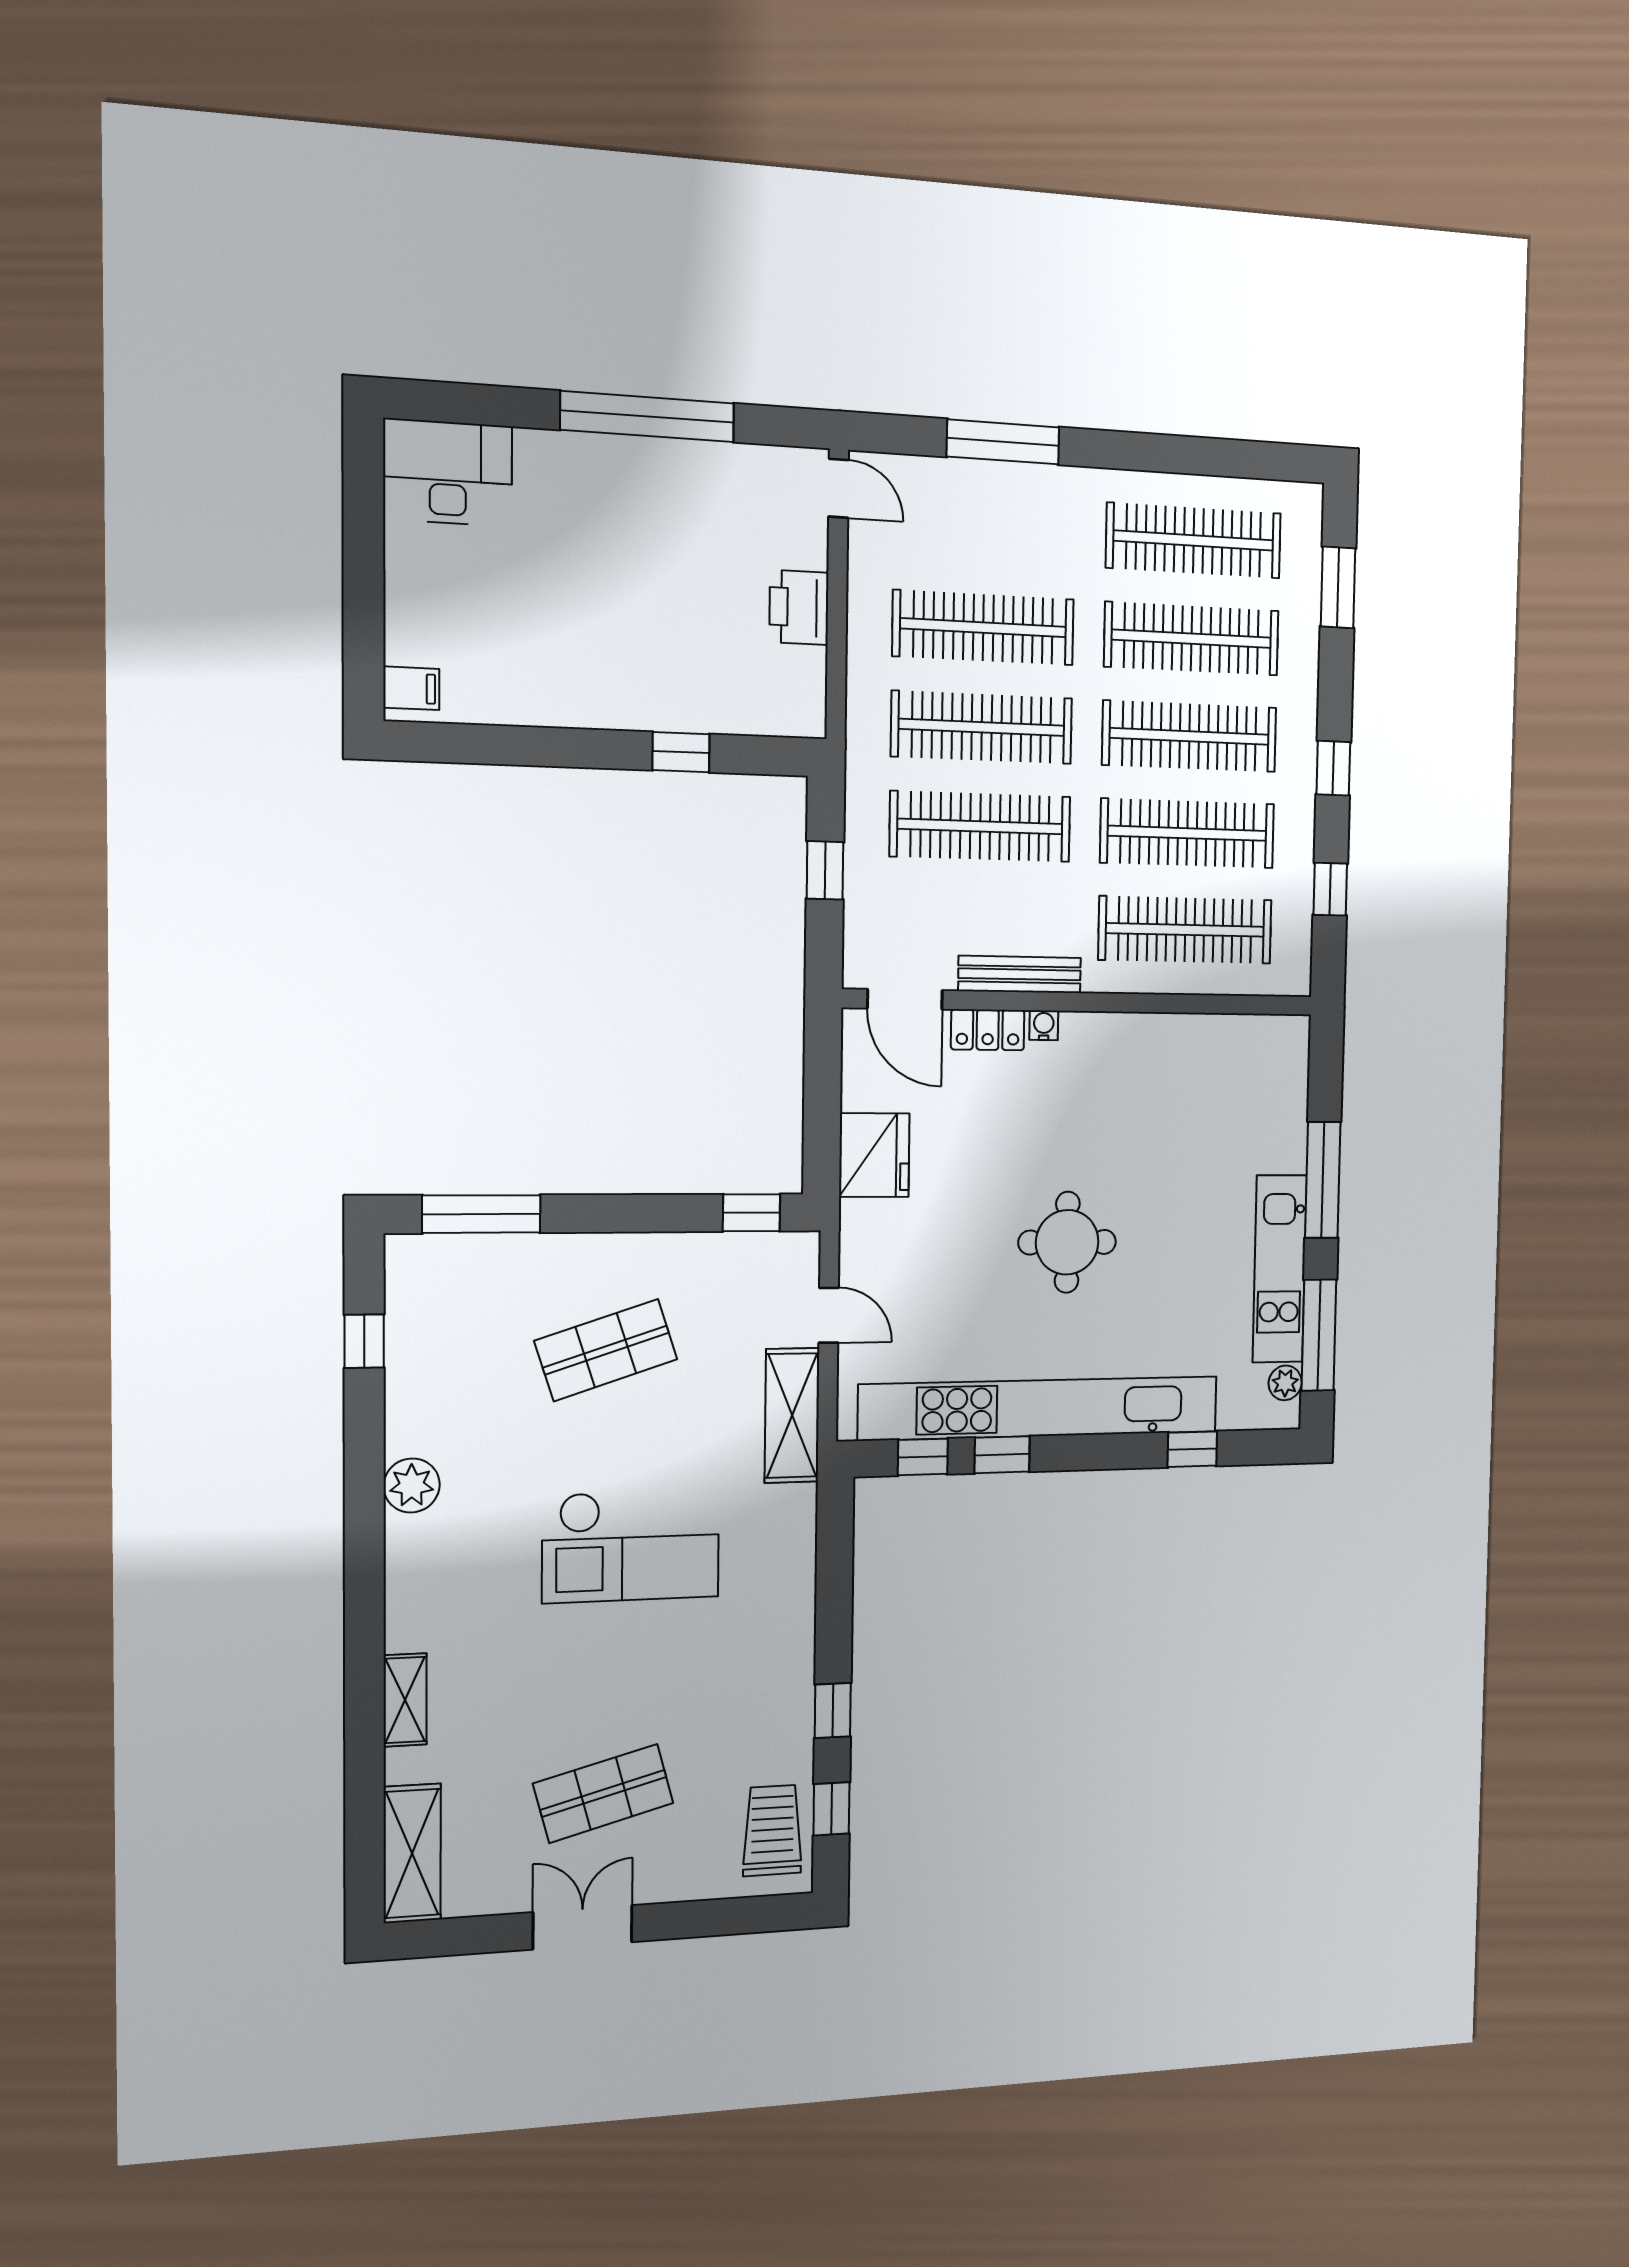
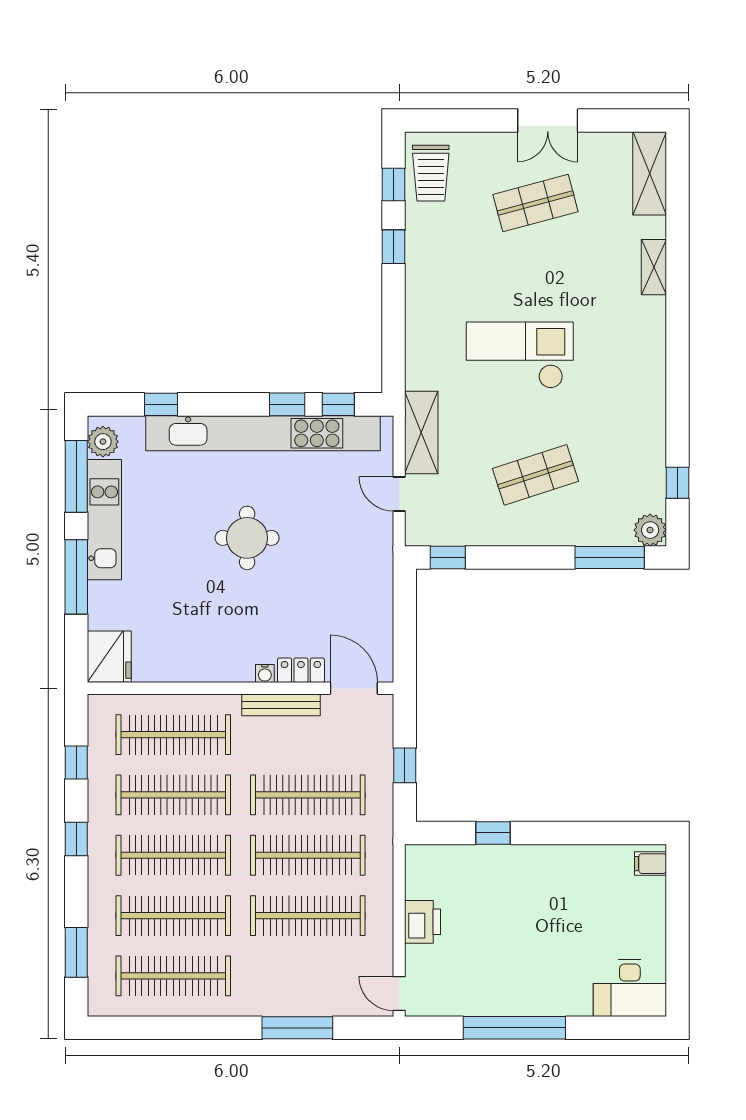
fridge: (874, 1155) -> (109, 657), moved, turned 180
plant: (1285, 1383) -> (103, 442), width x1.38, depth x1.38
plant: (412, 1485) -> (650, 530), moved

